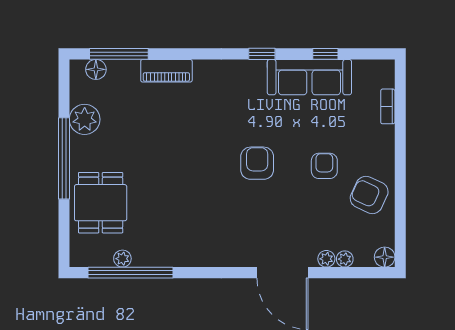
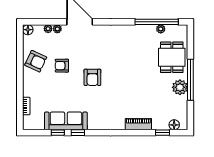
window: (119, 54) -> (162, 133), width x0.46
window: (262, 54) -> (78, 133), moved
plant: (85, 119) -> (180, 87), moved
armchair: (324, 166) -> (62, 66), moved, turned 90

